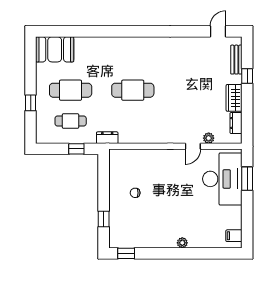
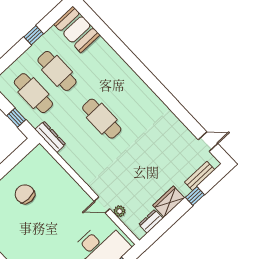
window: (31, 103) -> (34, 35), moved
cafe table: (71, 121) -> (33, 93), width x1.37, depth x1.35
dresser: (107, 138) -> (50, 137), width x1.44
chair: (135, 193) -> (25, 194), width x1.87, depth x1.87

